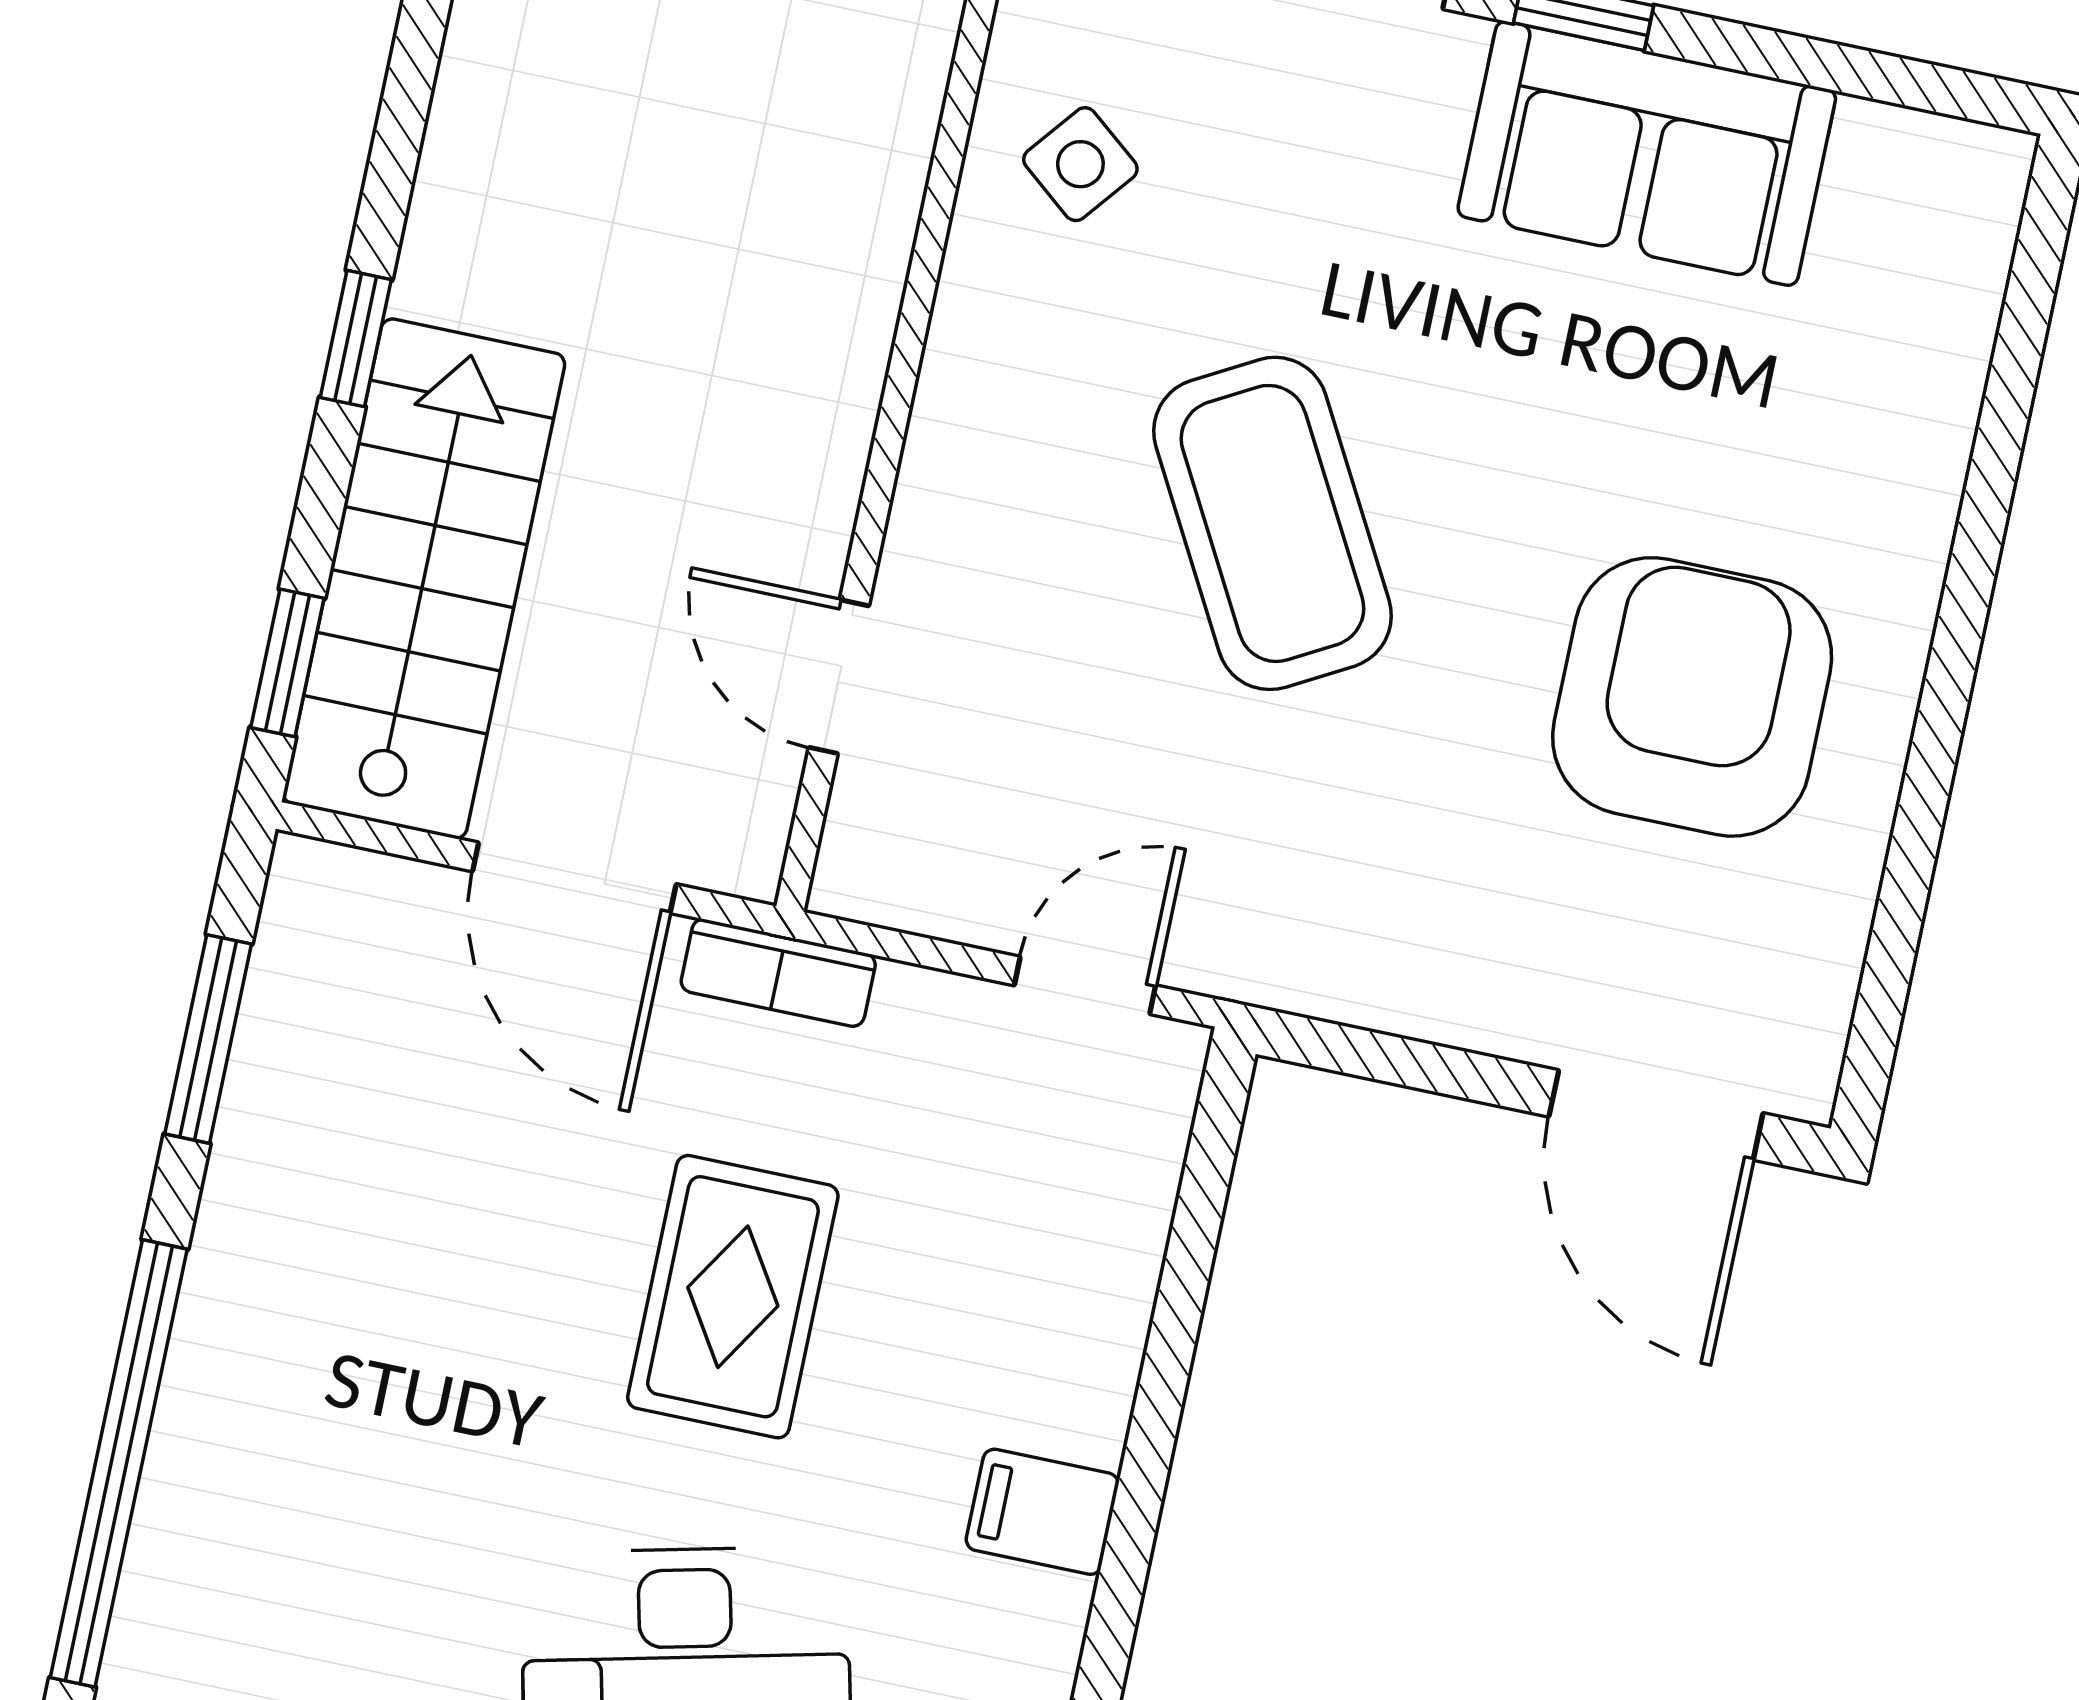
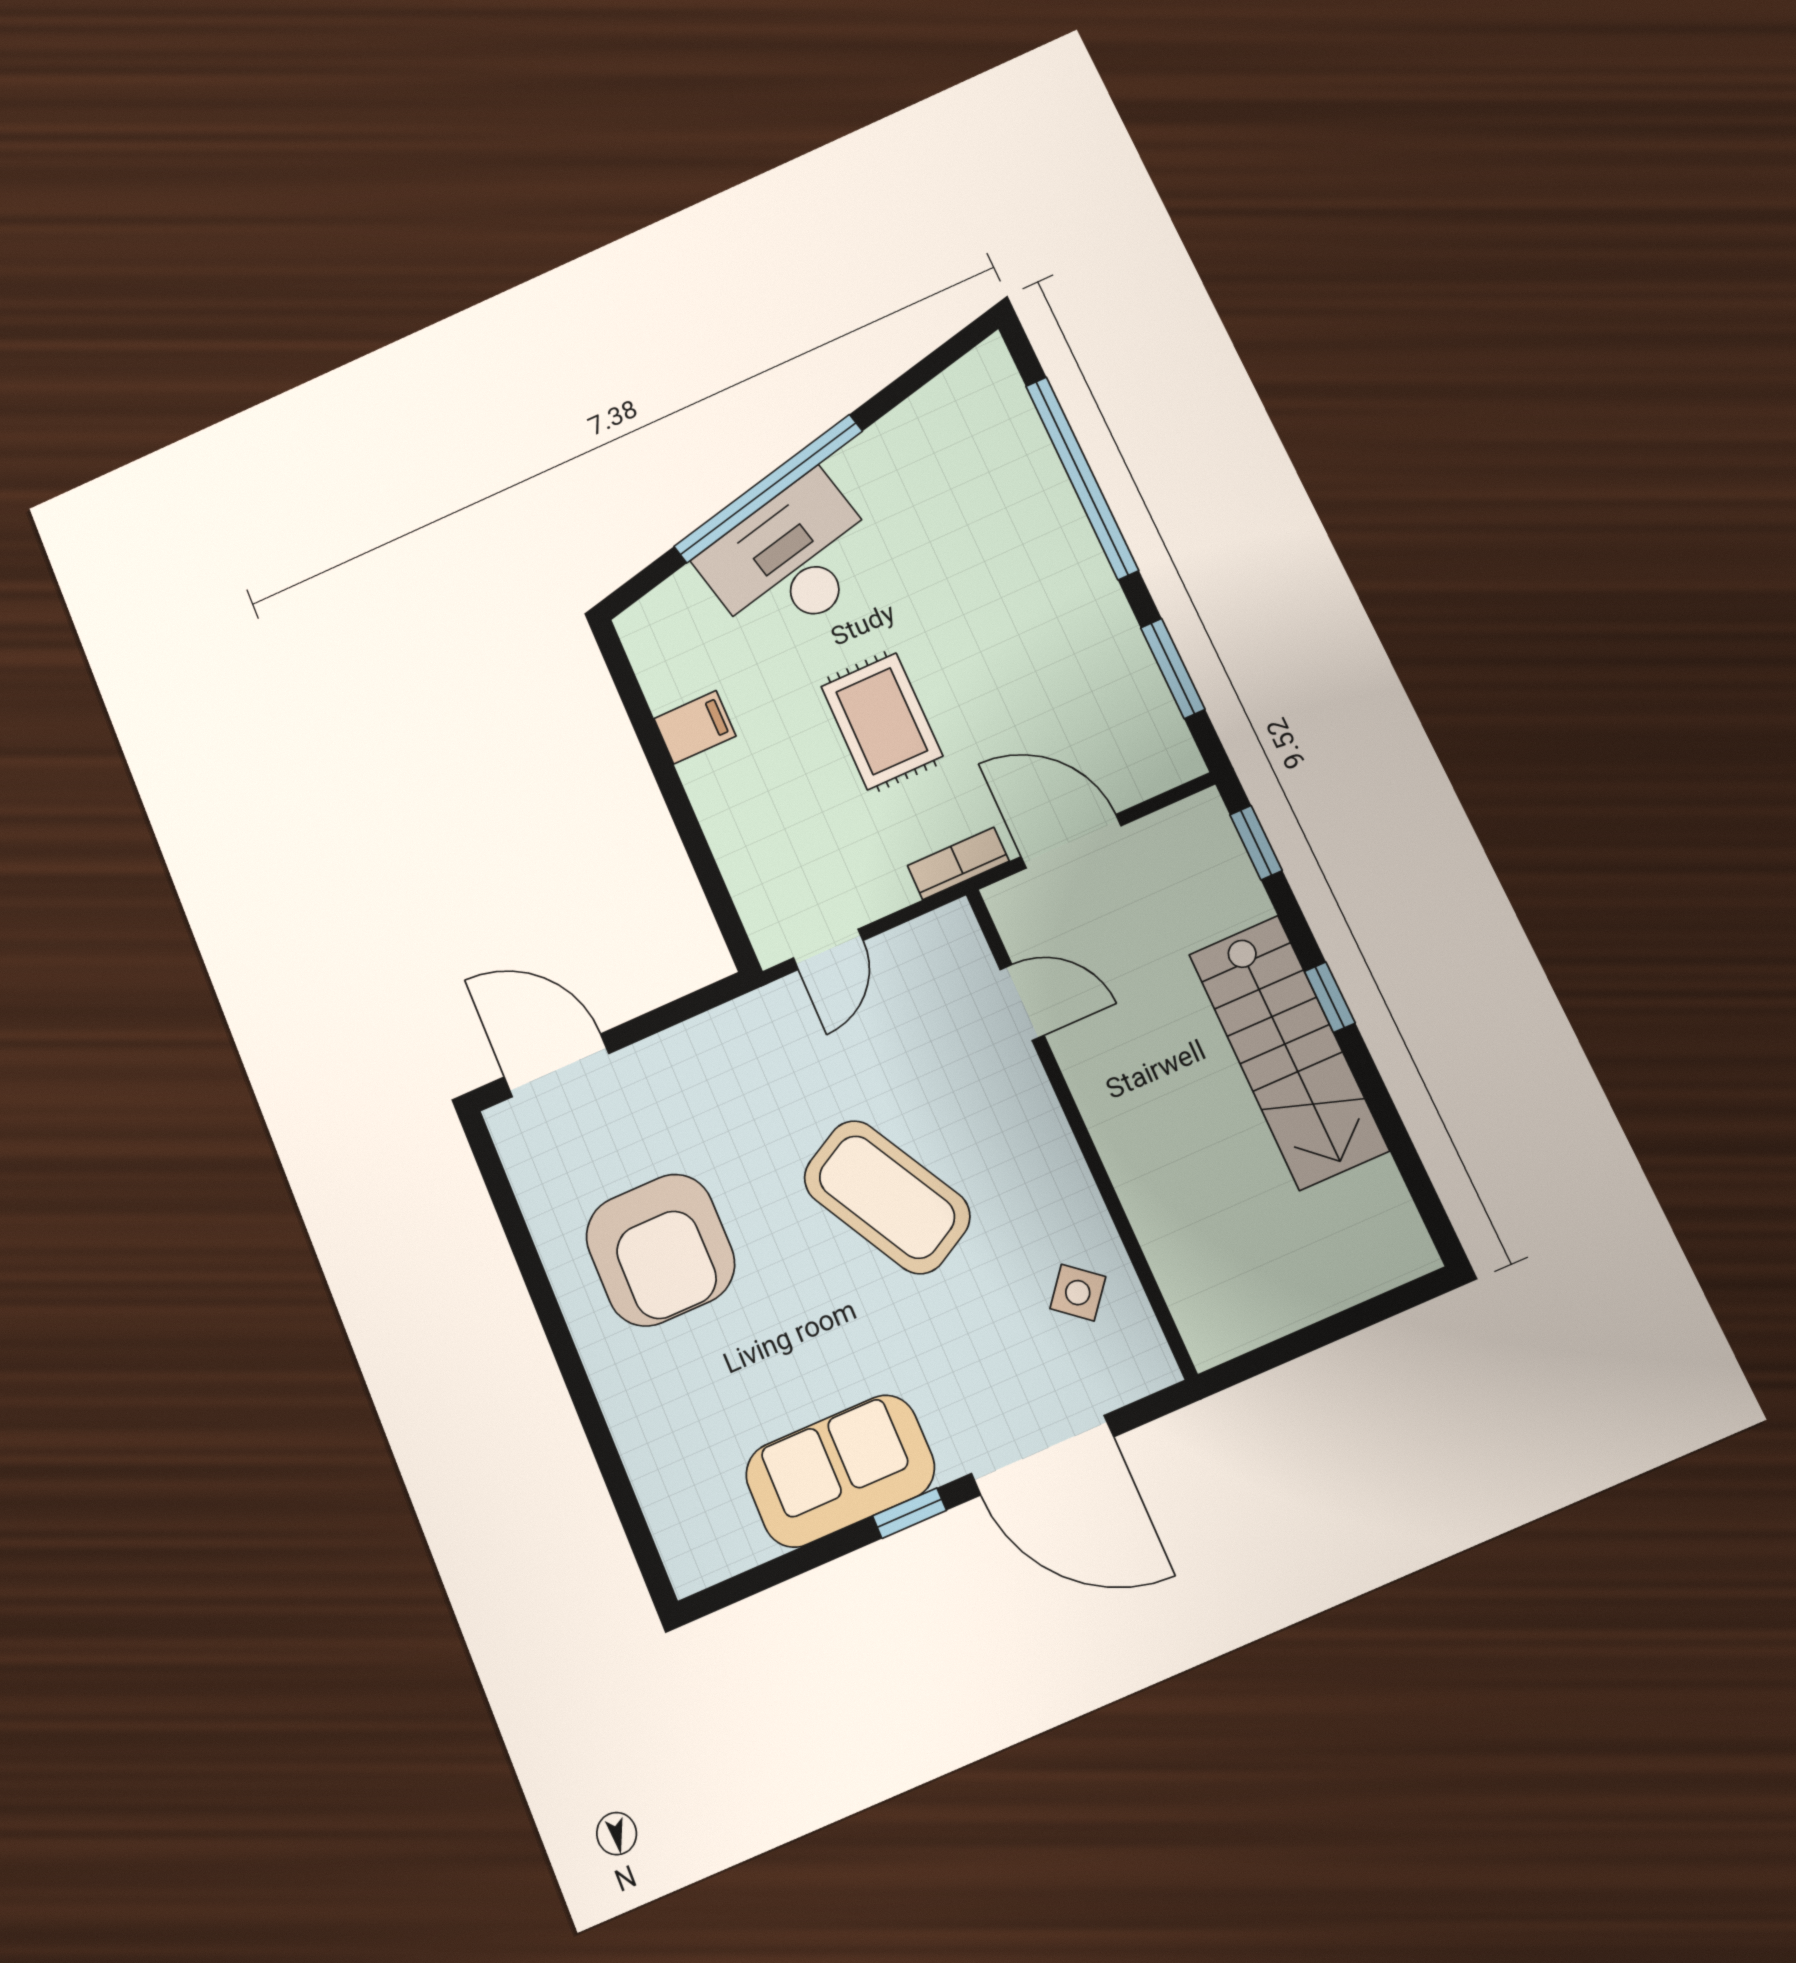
stairs: (424, 579) -> (1288, 1052), moved

